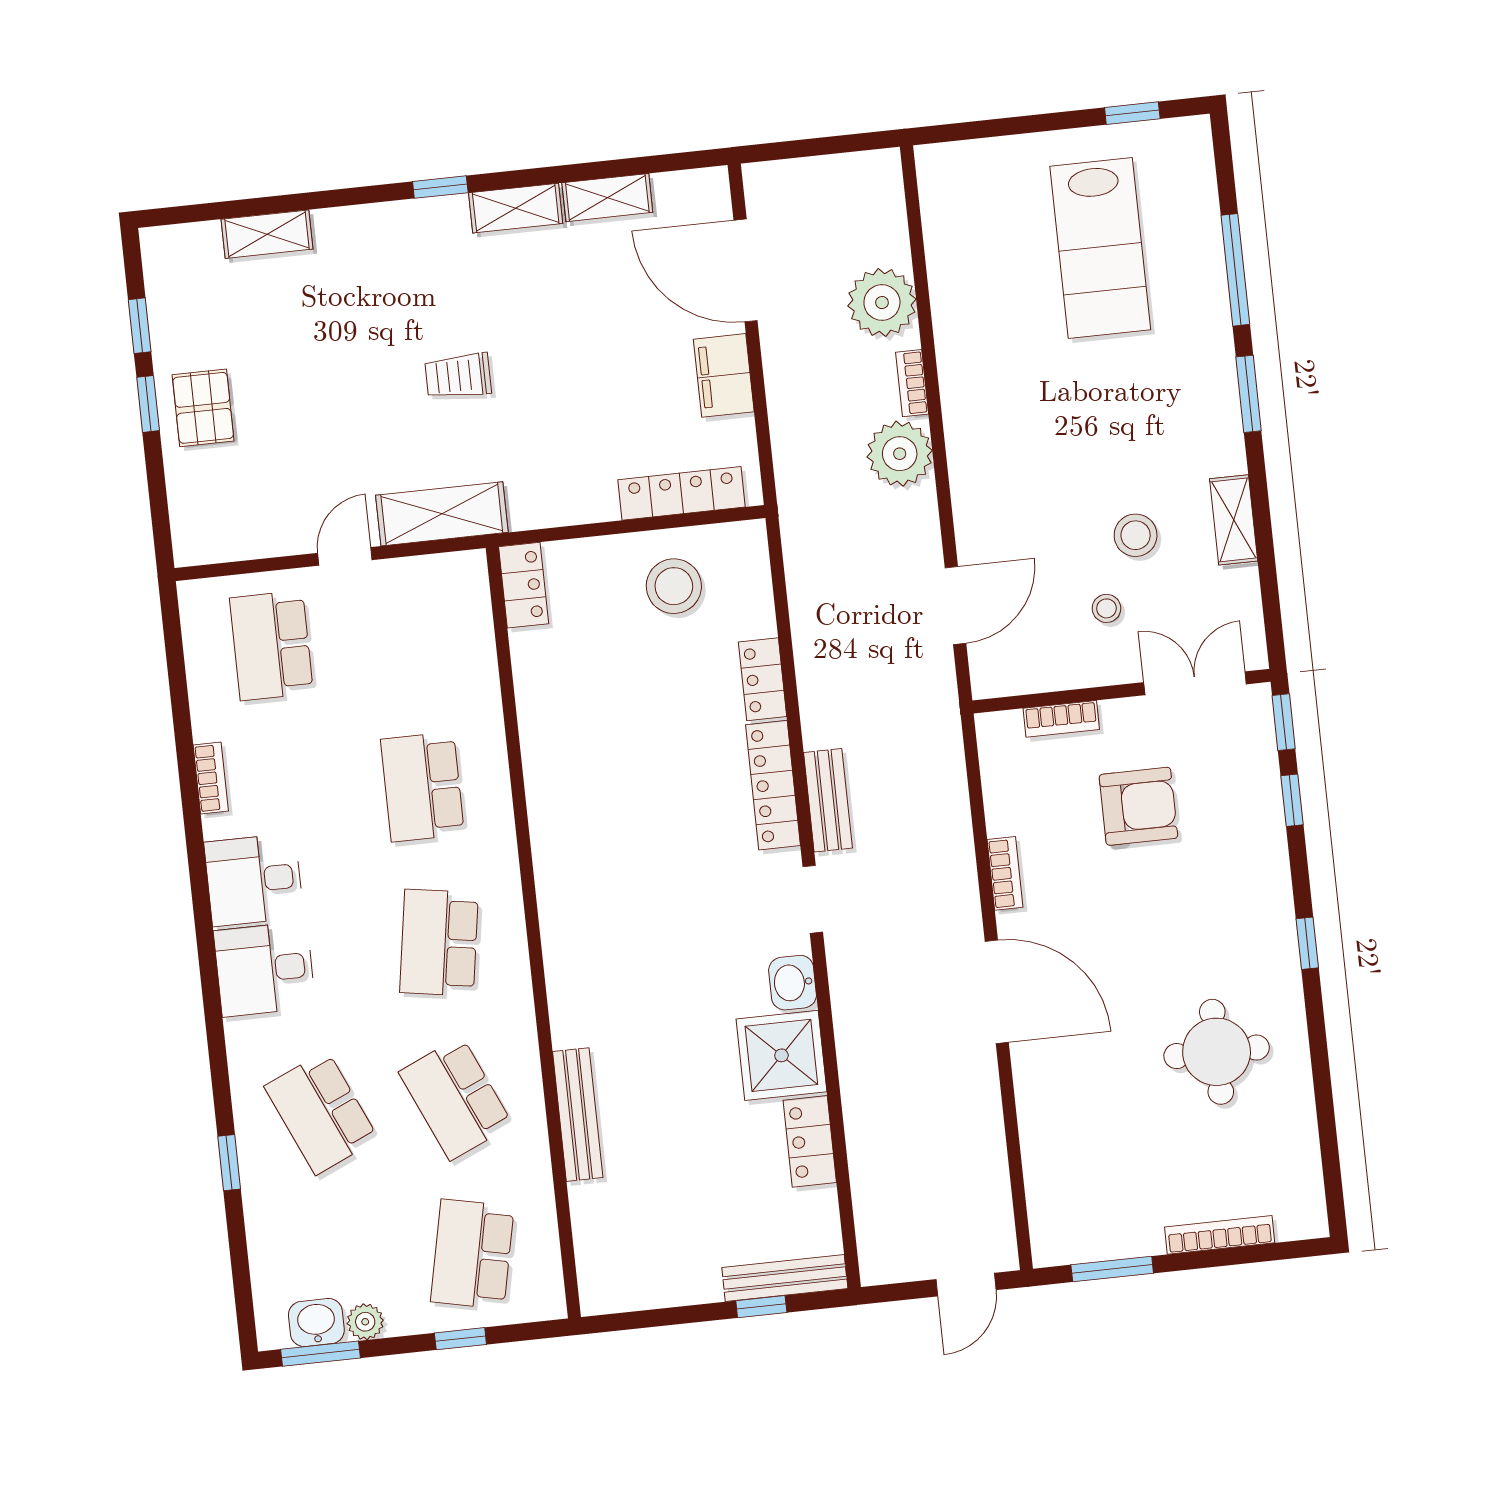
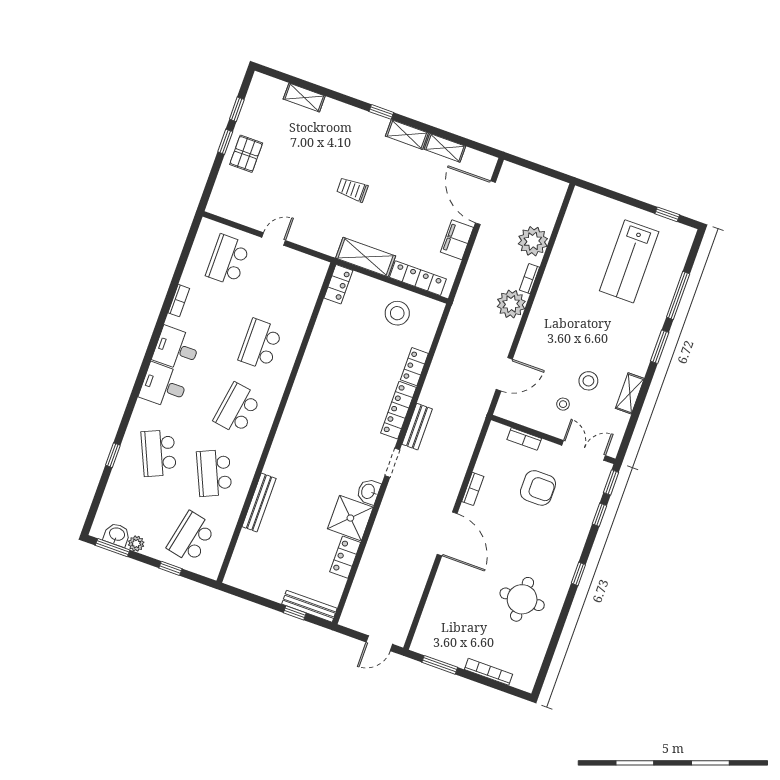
shelving: (442, 514) -> (366, 257), moved

